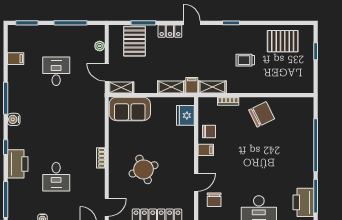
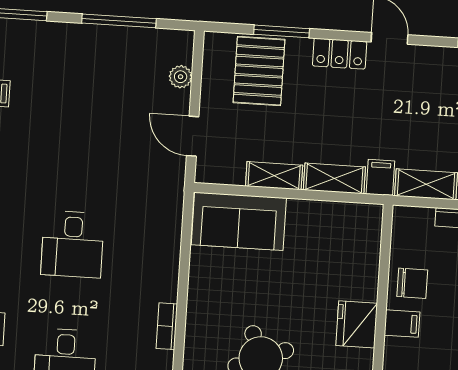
desk: (56, 71) -> (72, 244), moved, turned 180
shelving: (121, 88) -> (274, 176), moved
fridge: (185, 115) -> (357, 324), moved

